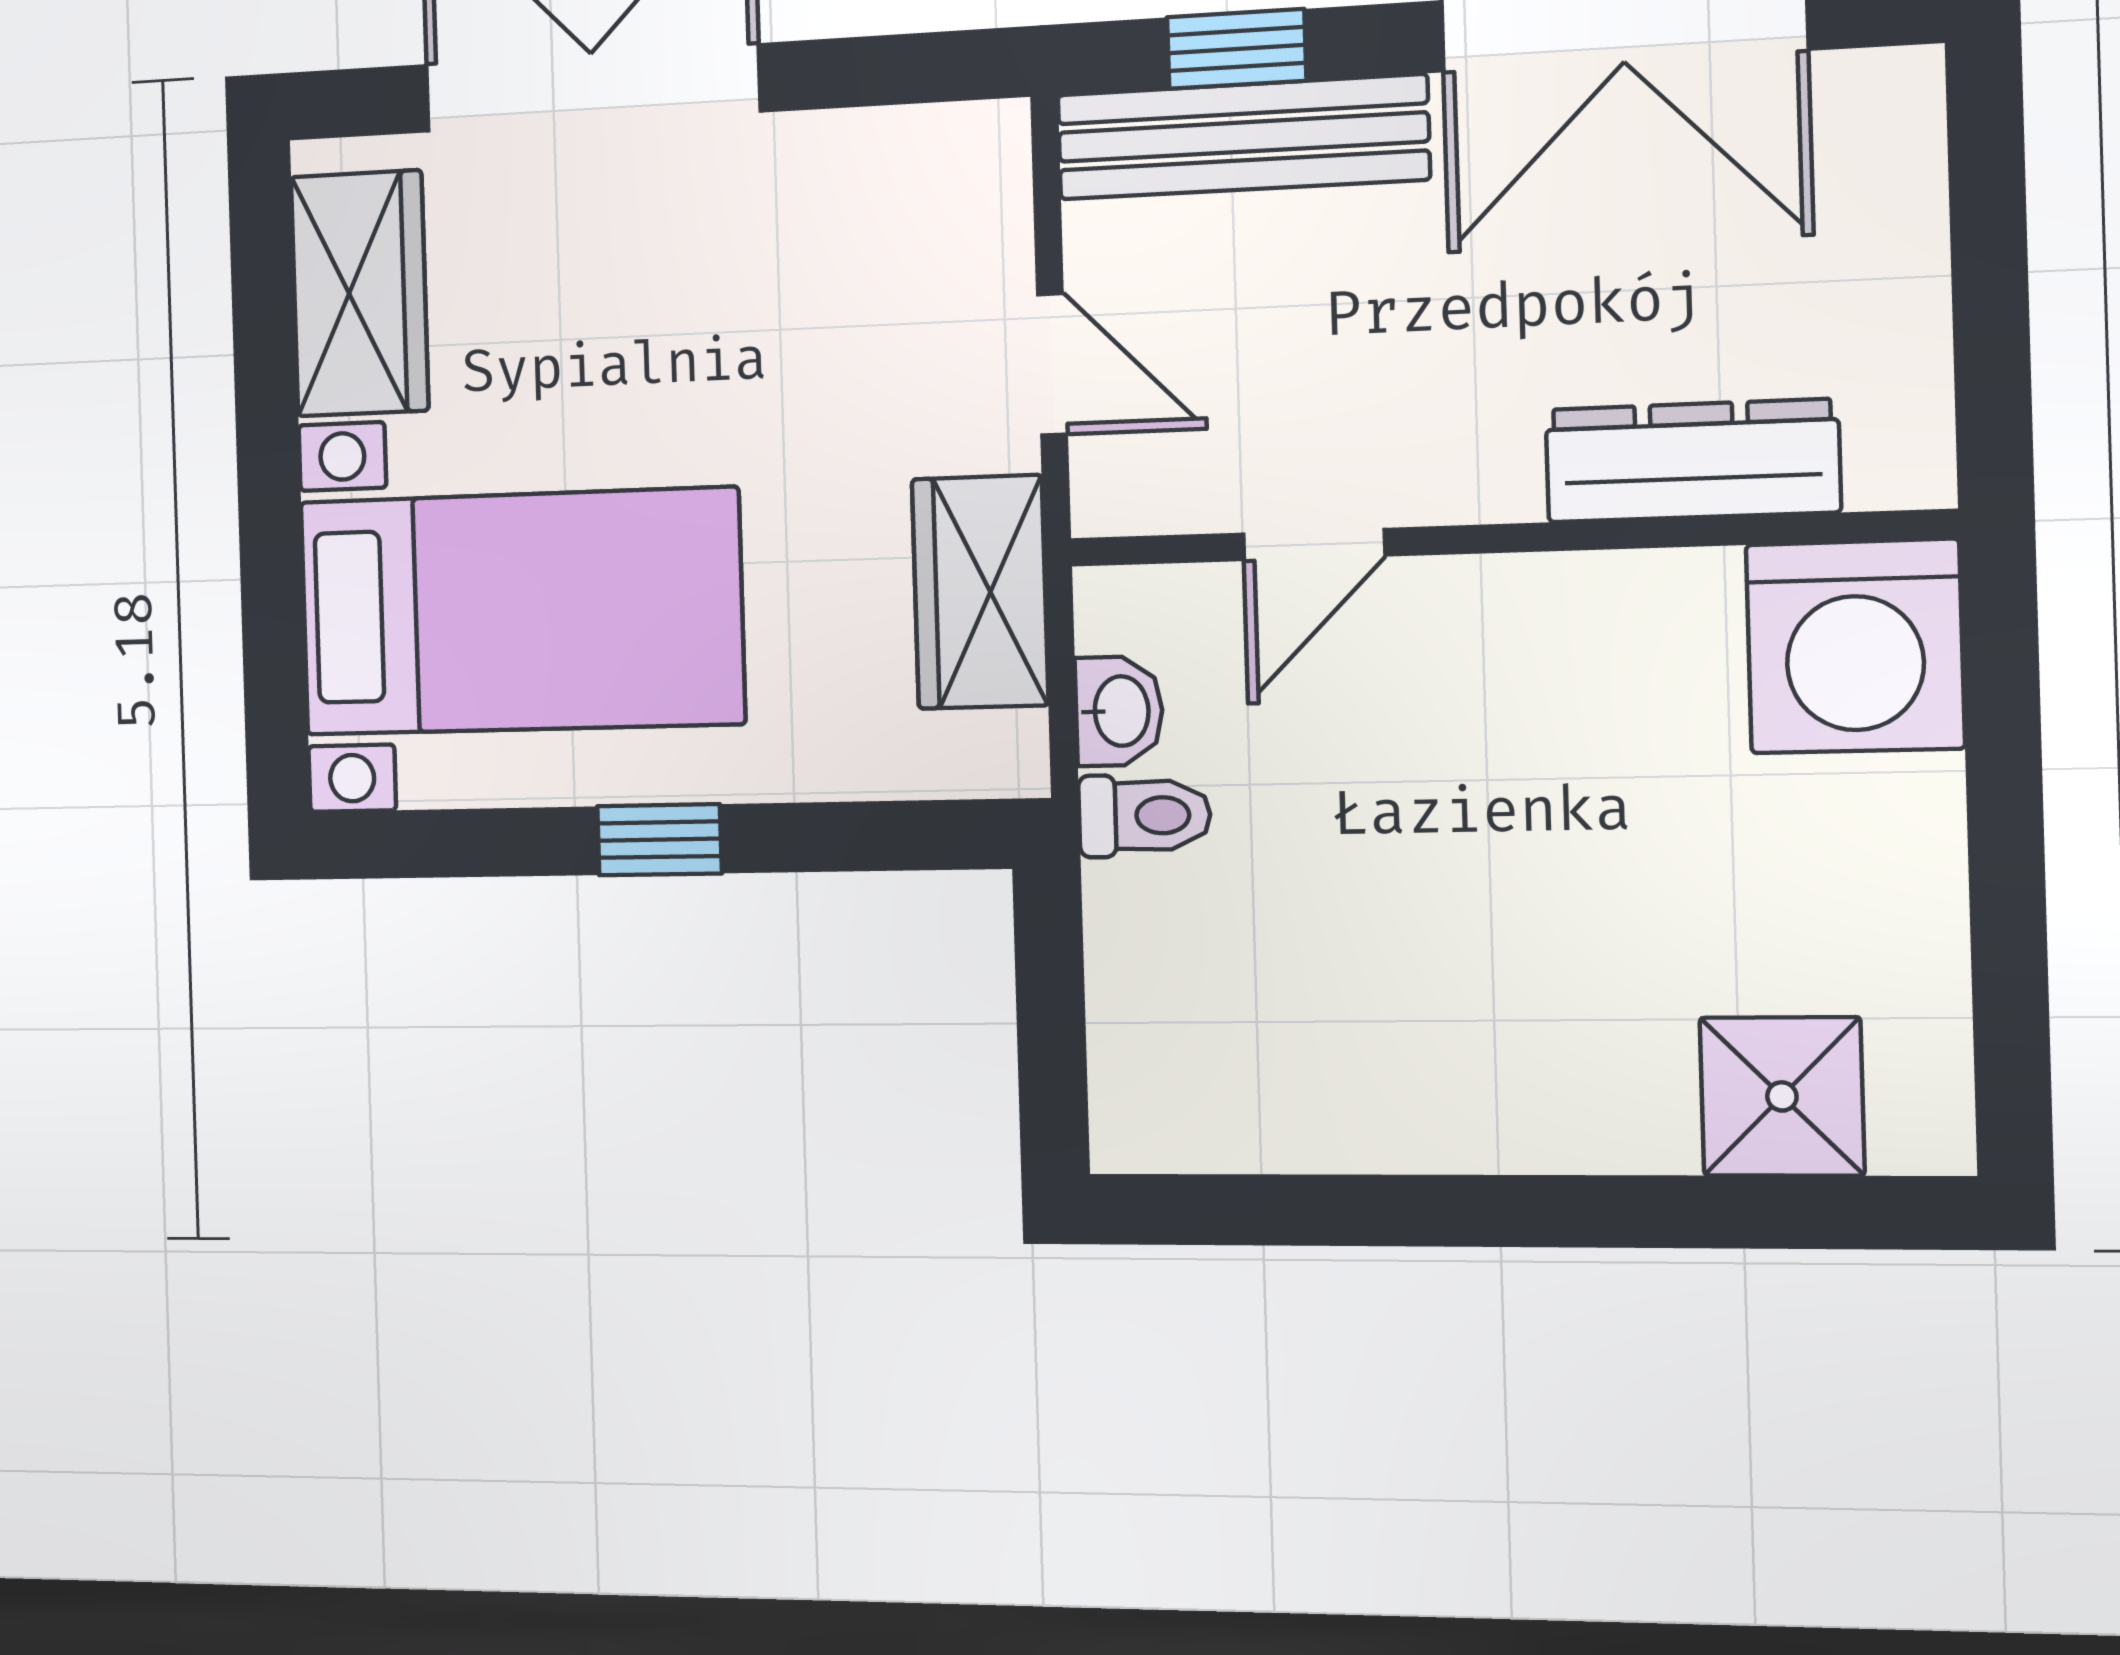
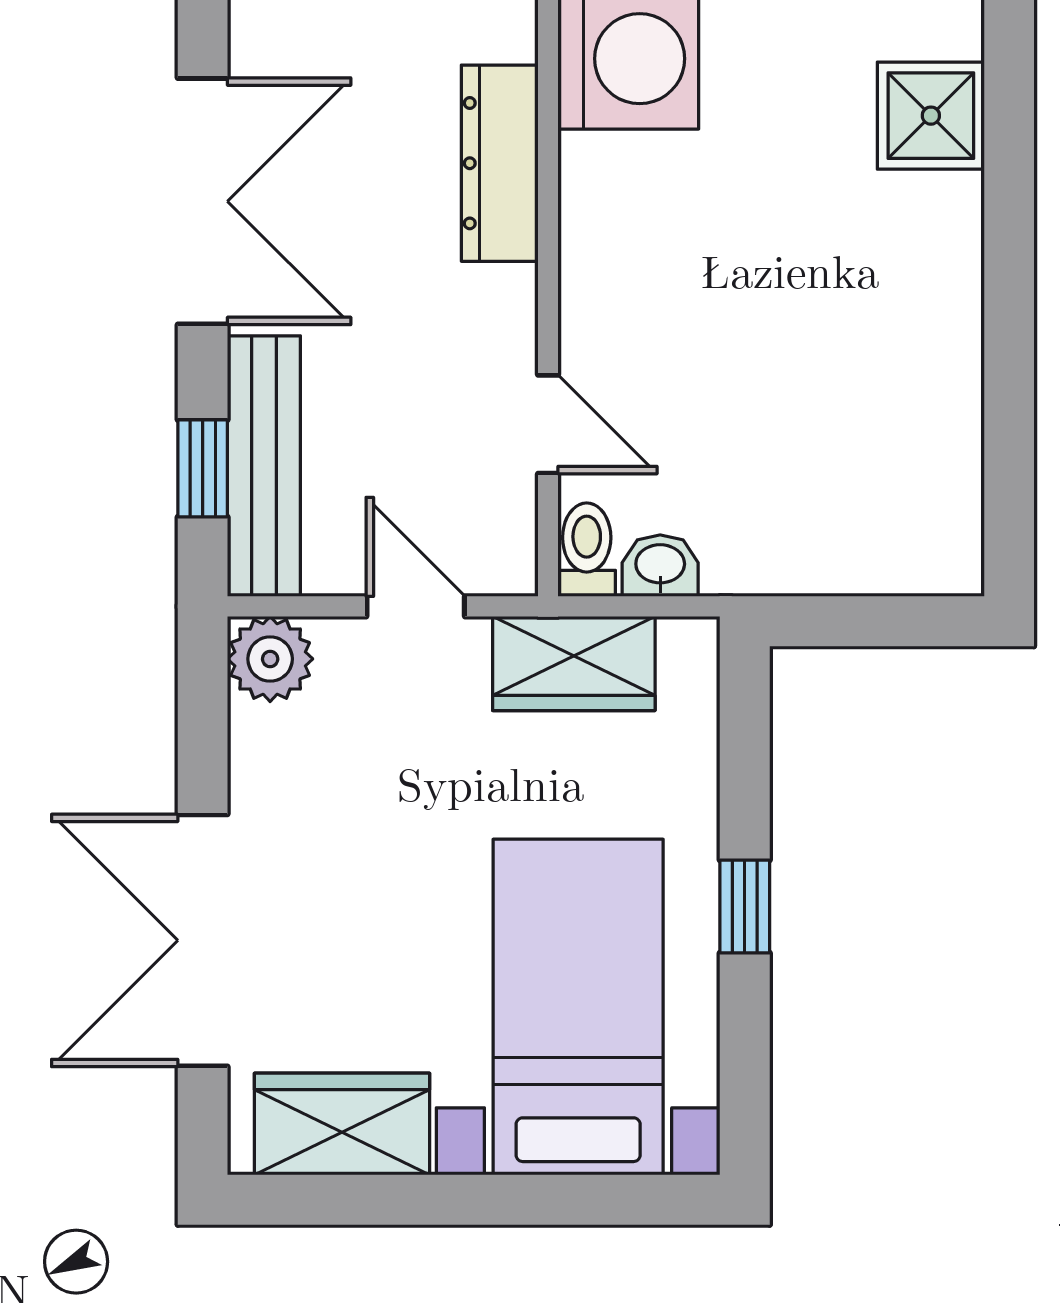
plant: (973, 161) -> (270, 659), added
door: (1052, 364) -> (416, 606), hinge flipped
toilet: (1144, 816) -> (587, 550), moved

